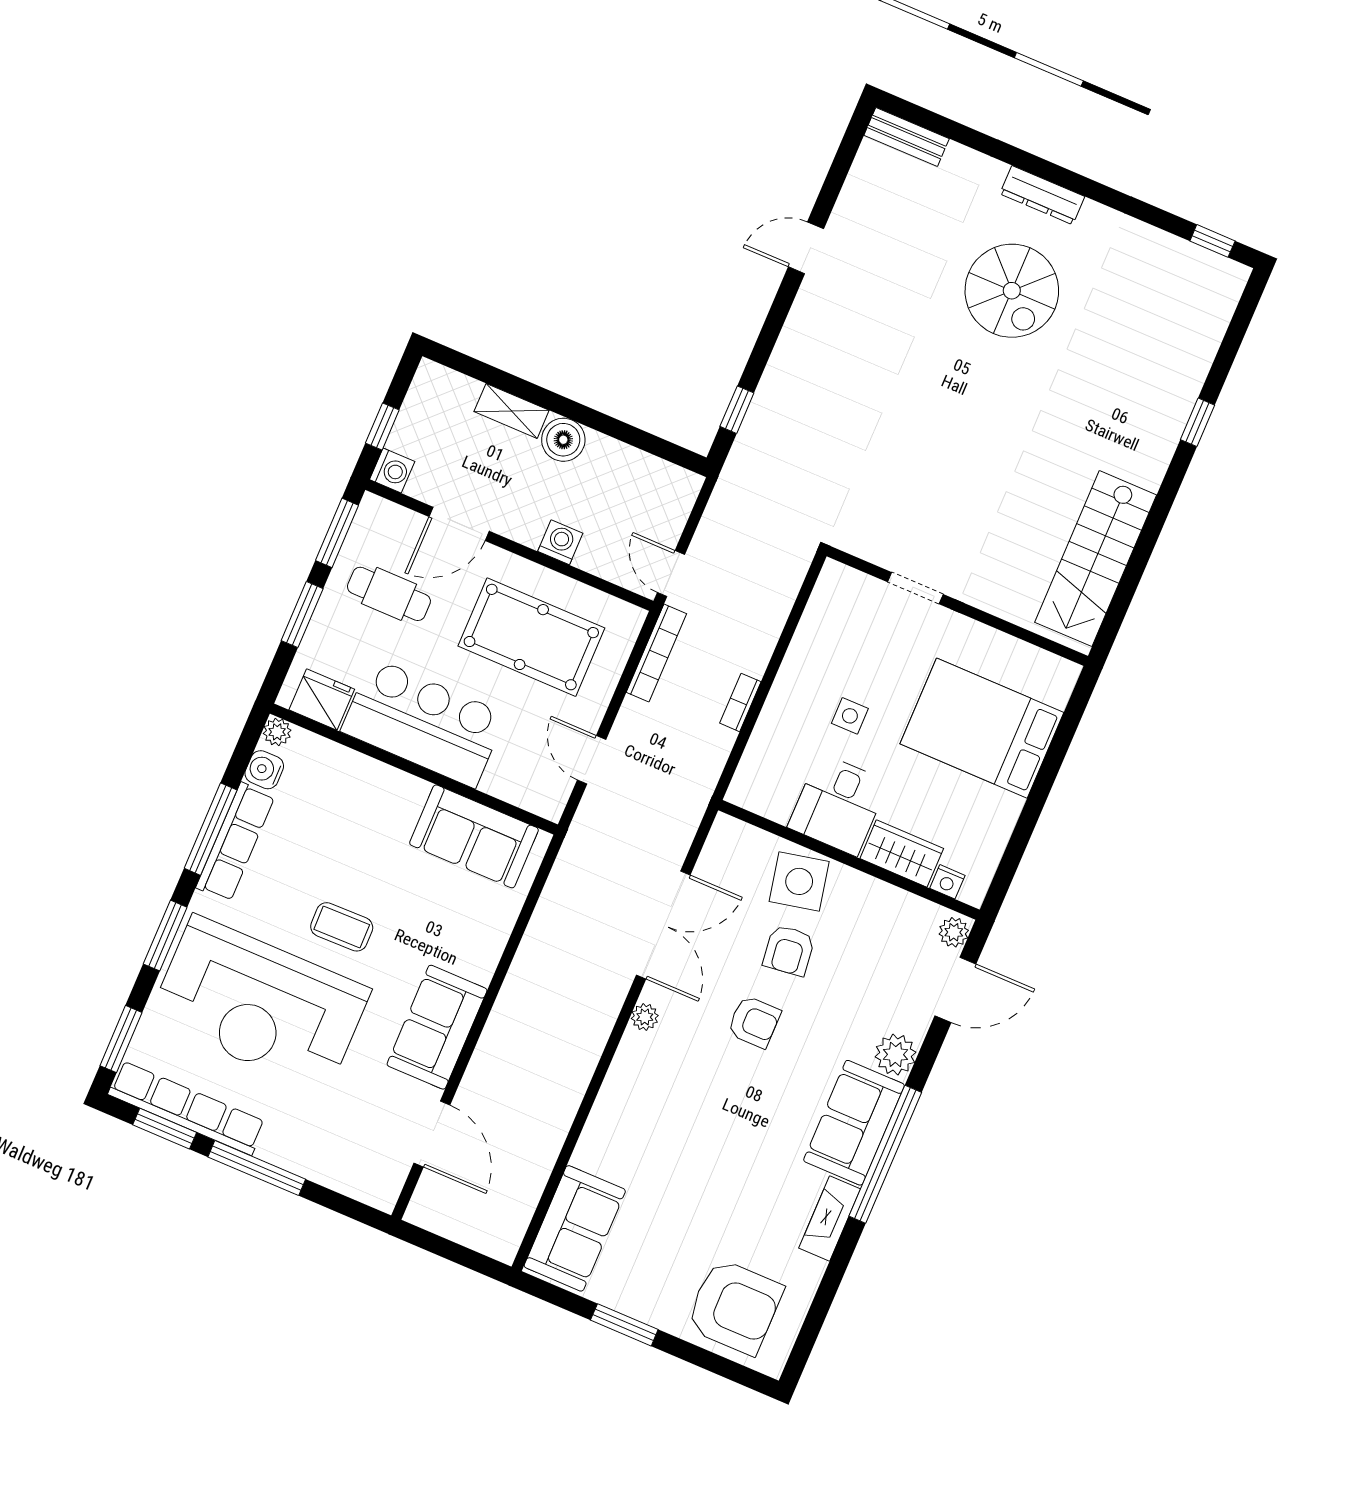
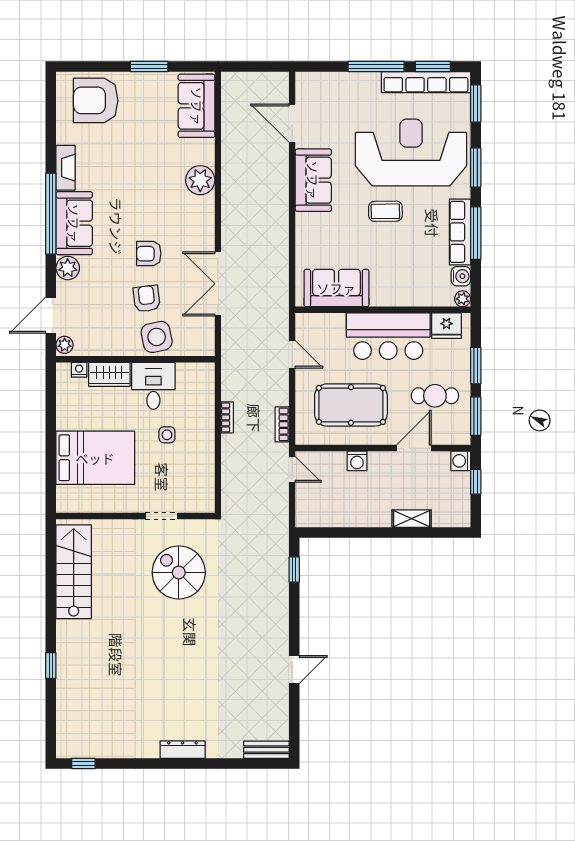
spiral stairs: (1012, 291) -> (179, 572), moved
boiler: (563, 440) -> (378, 515), removed
bookcase: (656, 653) -> (282, 424), width x0.64
plant: (645, 1017) -> (200, 180), moved, width x1.88, depth x1.88

